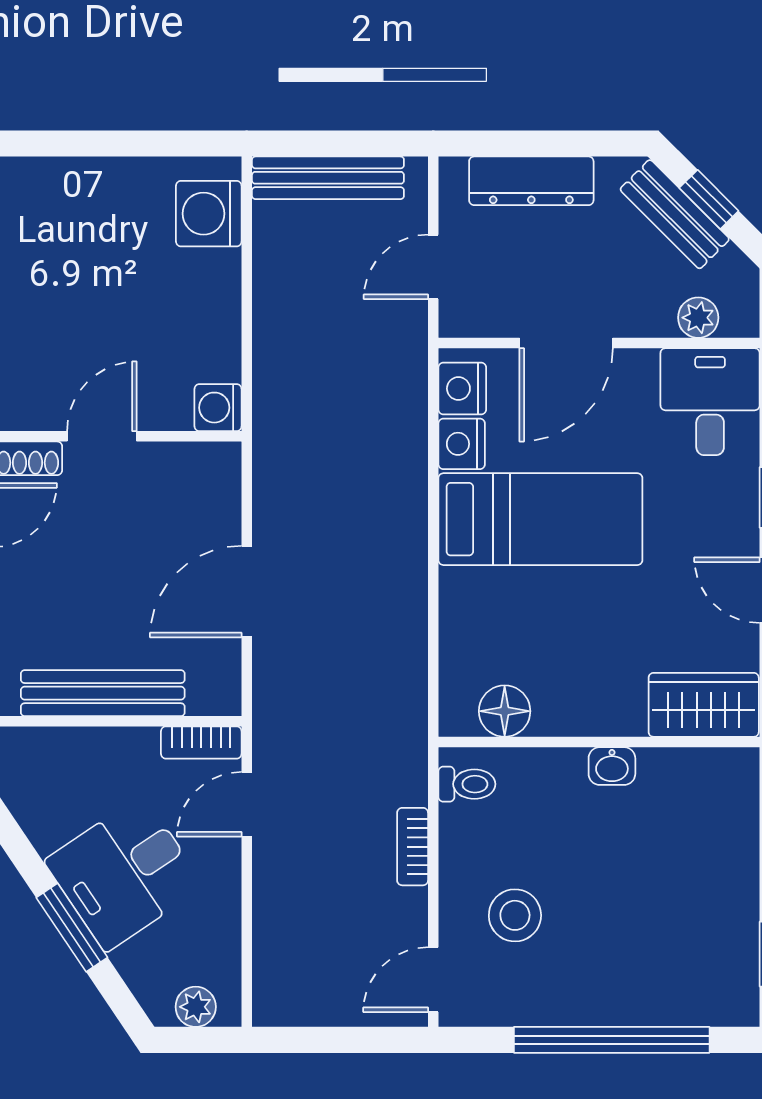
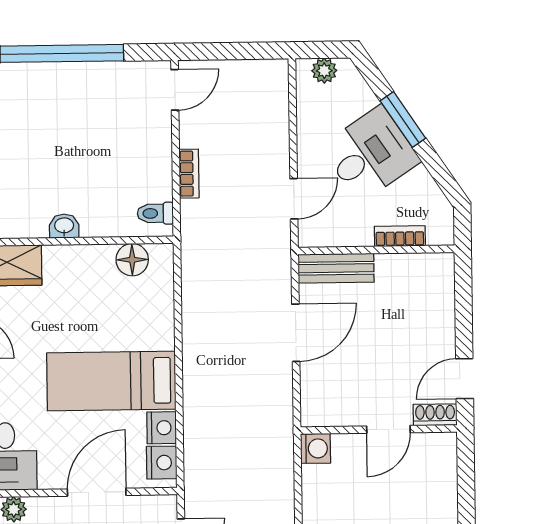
bench: (103, 693) -> (336, 268), moved, width x0.73
bookcase: (201, 743) -> (400, 236), moved
stool: (515, 915) -> (124, 131), removed

